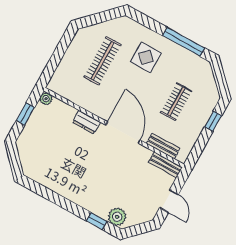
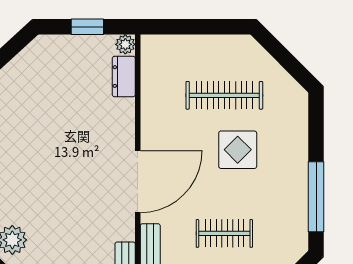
display table: (146, 57) -> (238, 150), moved
dresser: (86, 122) -> (124, 77), moved

